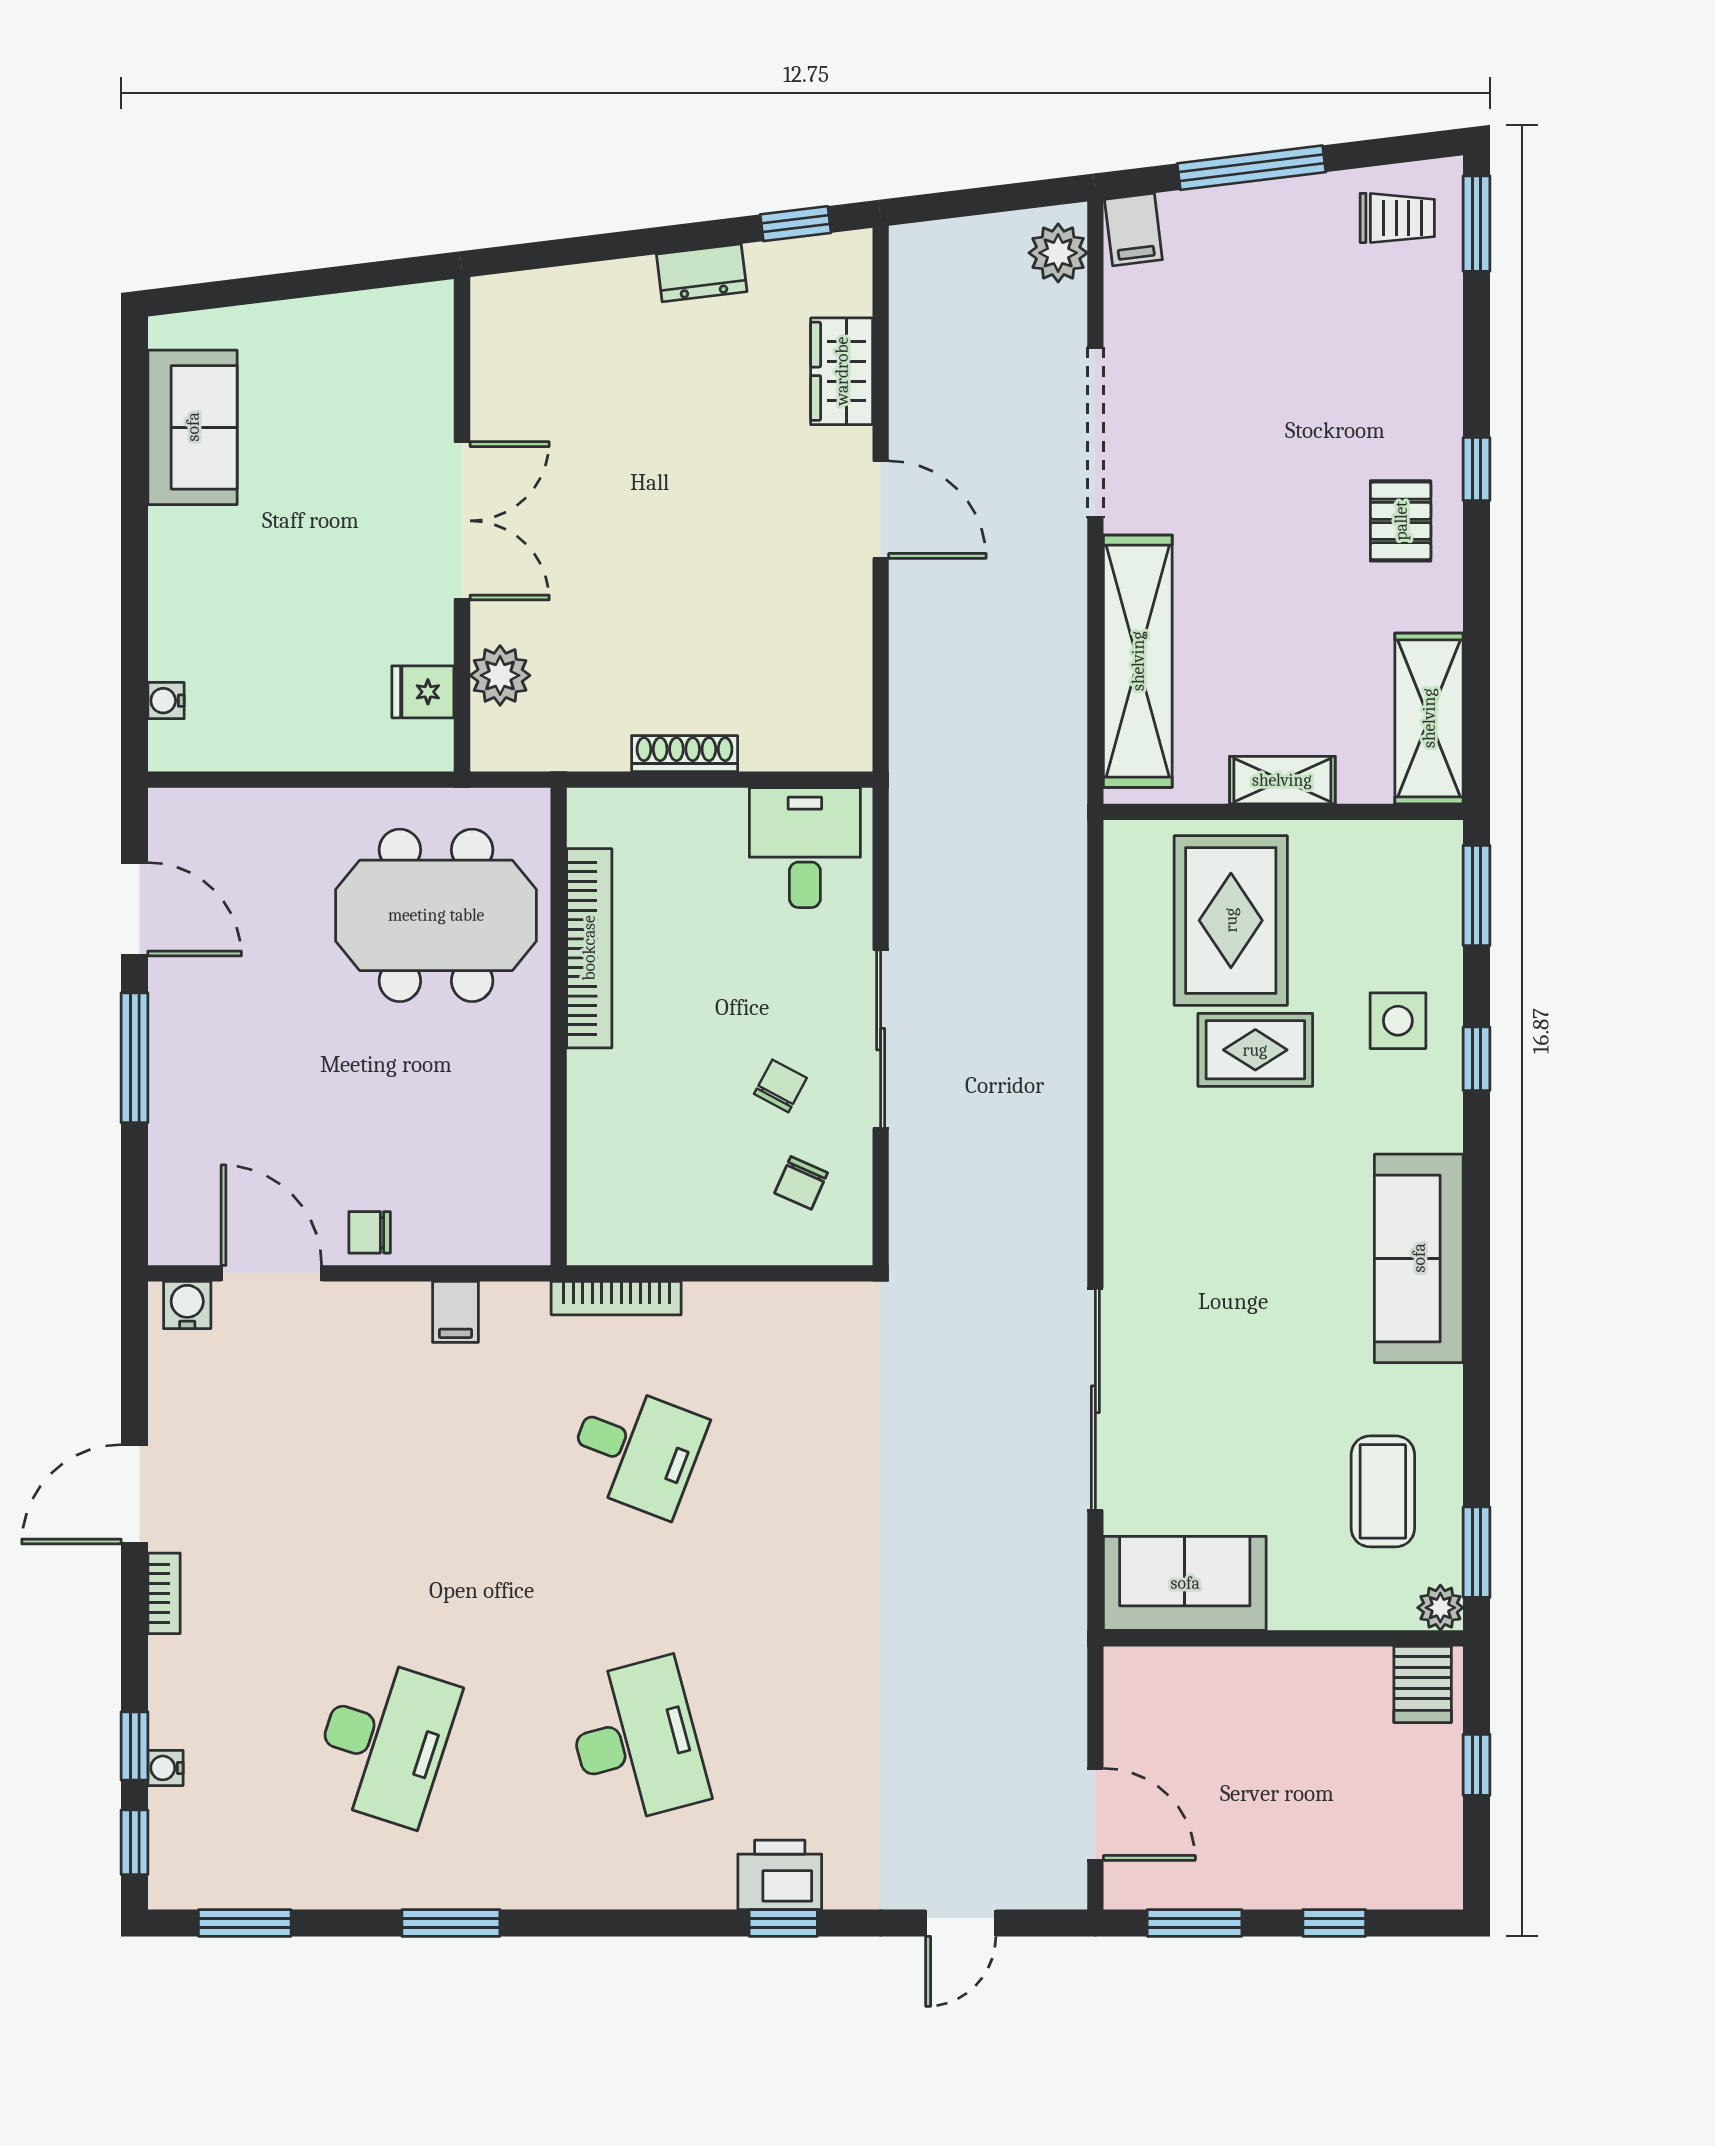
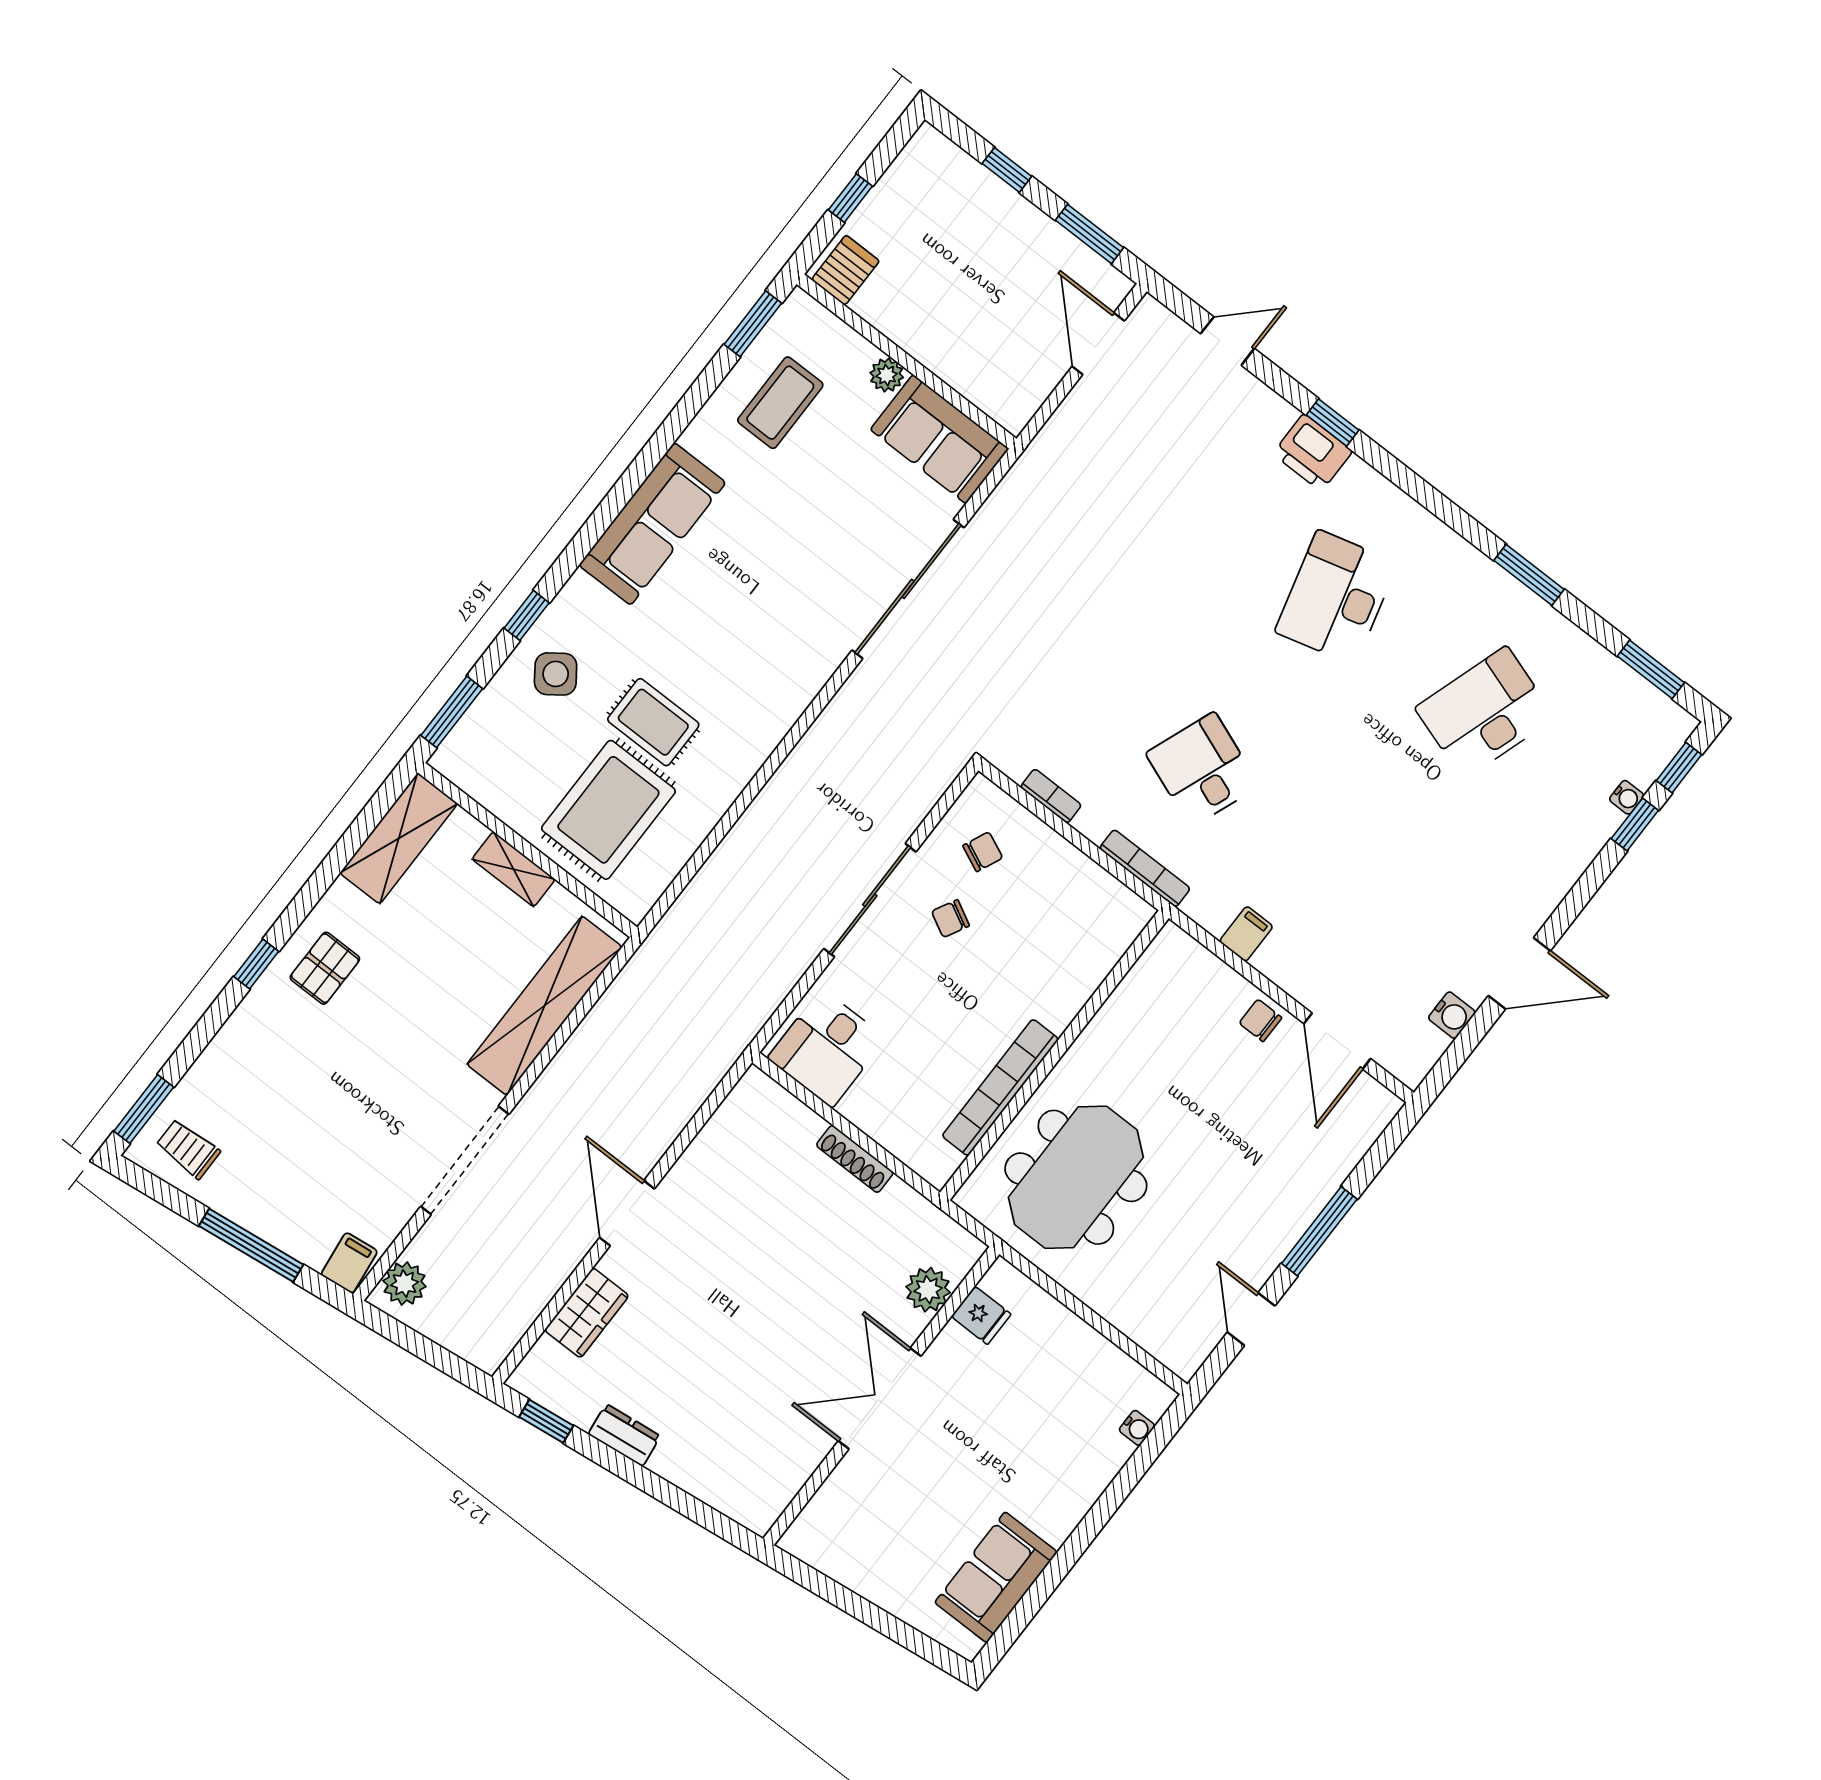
door: (135, 909) -> (1251, 1319), width x0.73
meeting table: (436, 915) -> (1076, 1177), turned 90
side table: (1398, 1021) -> (556, 674), turned -36
chair: (370, 1232) -> (1260, 1020), turned 180
water cooler: (187, 1305) -> (1452, 1015), moved, turned -90
bookcase: (164, 1593) -> (1051, 796), moved, turned 90
plant: (1440, 1608) -> (887, 375), moved

